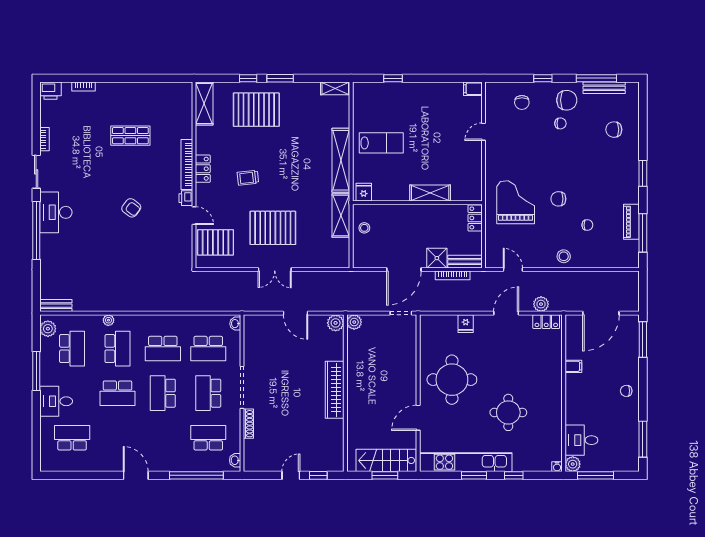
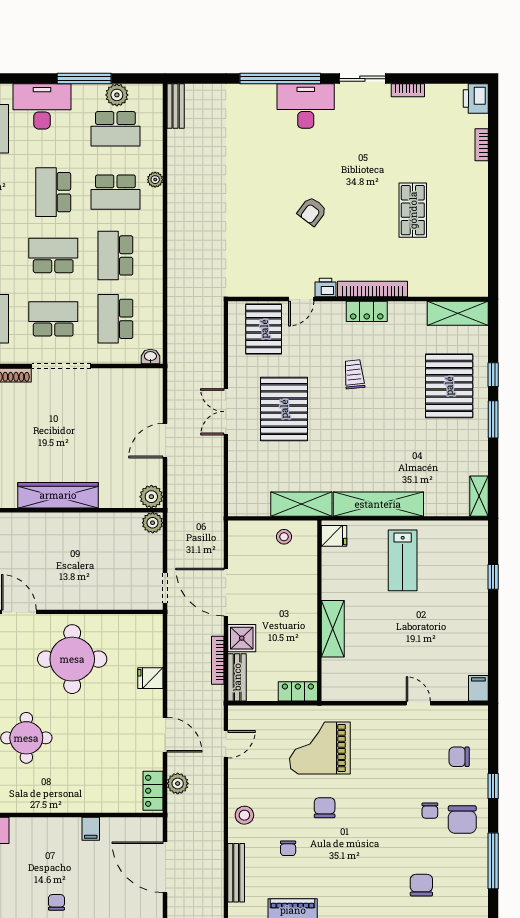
bench: (604, 88) -> (236, 873), moved
grand piano: (516, 202) -> (320, 748), turned 180
plant: (48, 329) -> (117, 95), moved
desk: (56, 401) -> (42, 106), width x1.37

